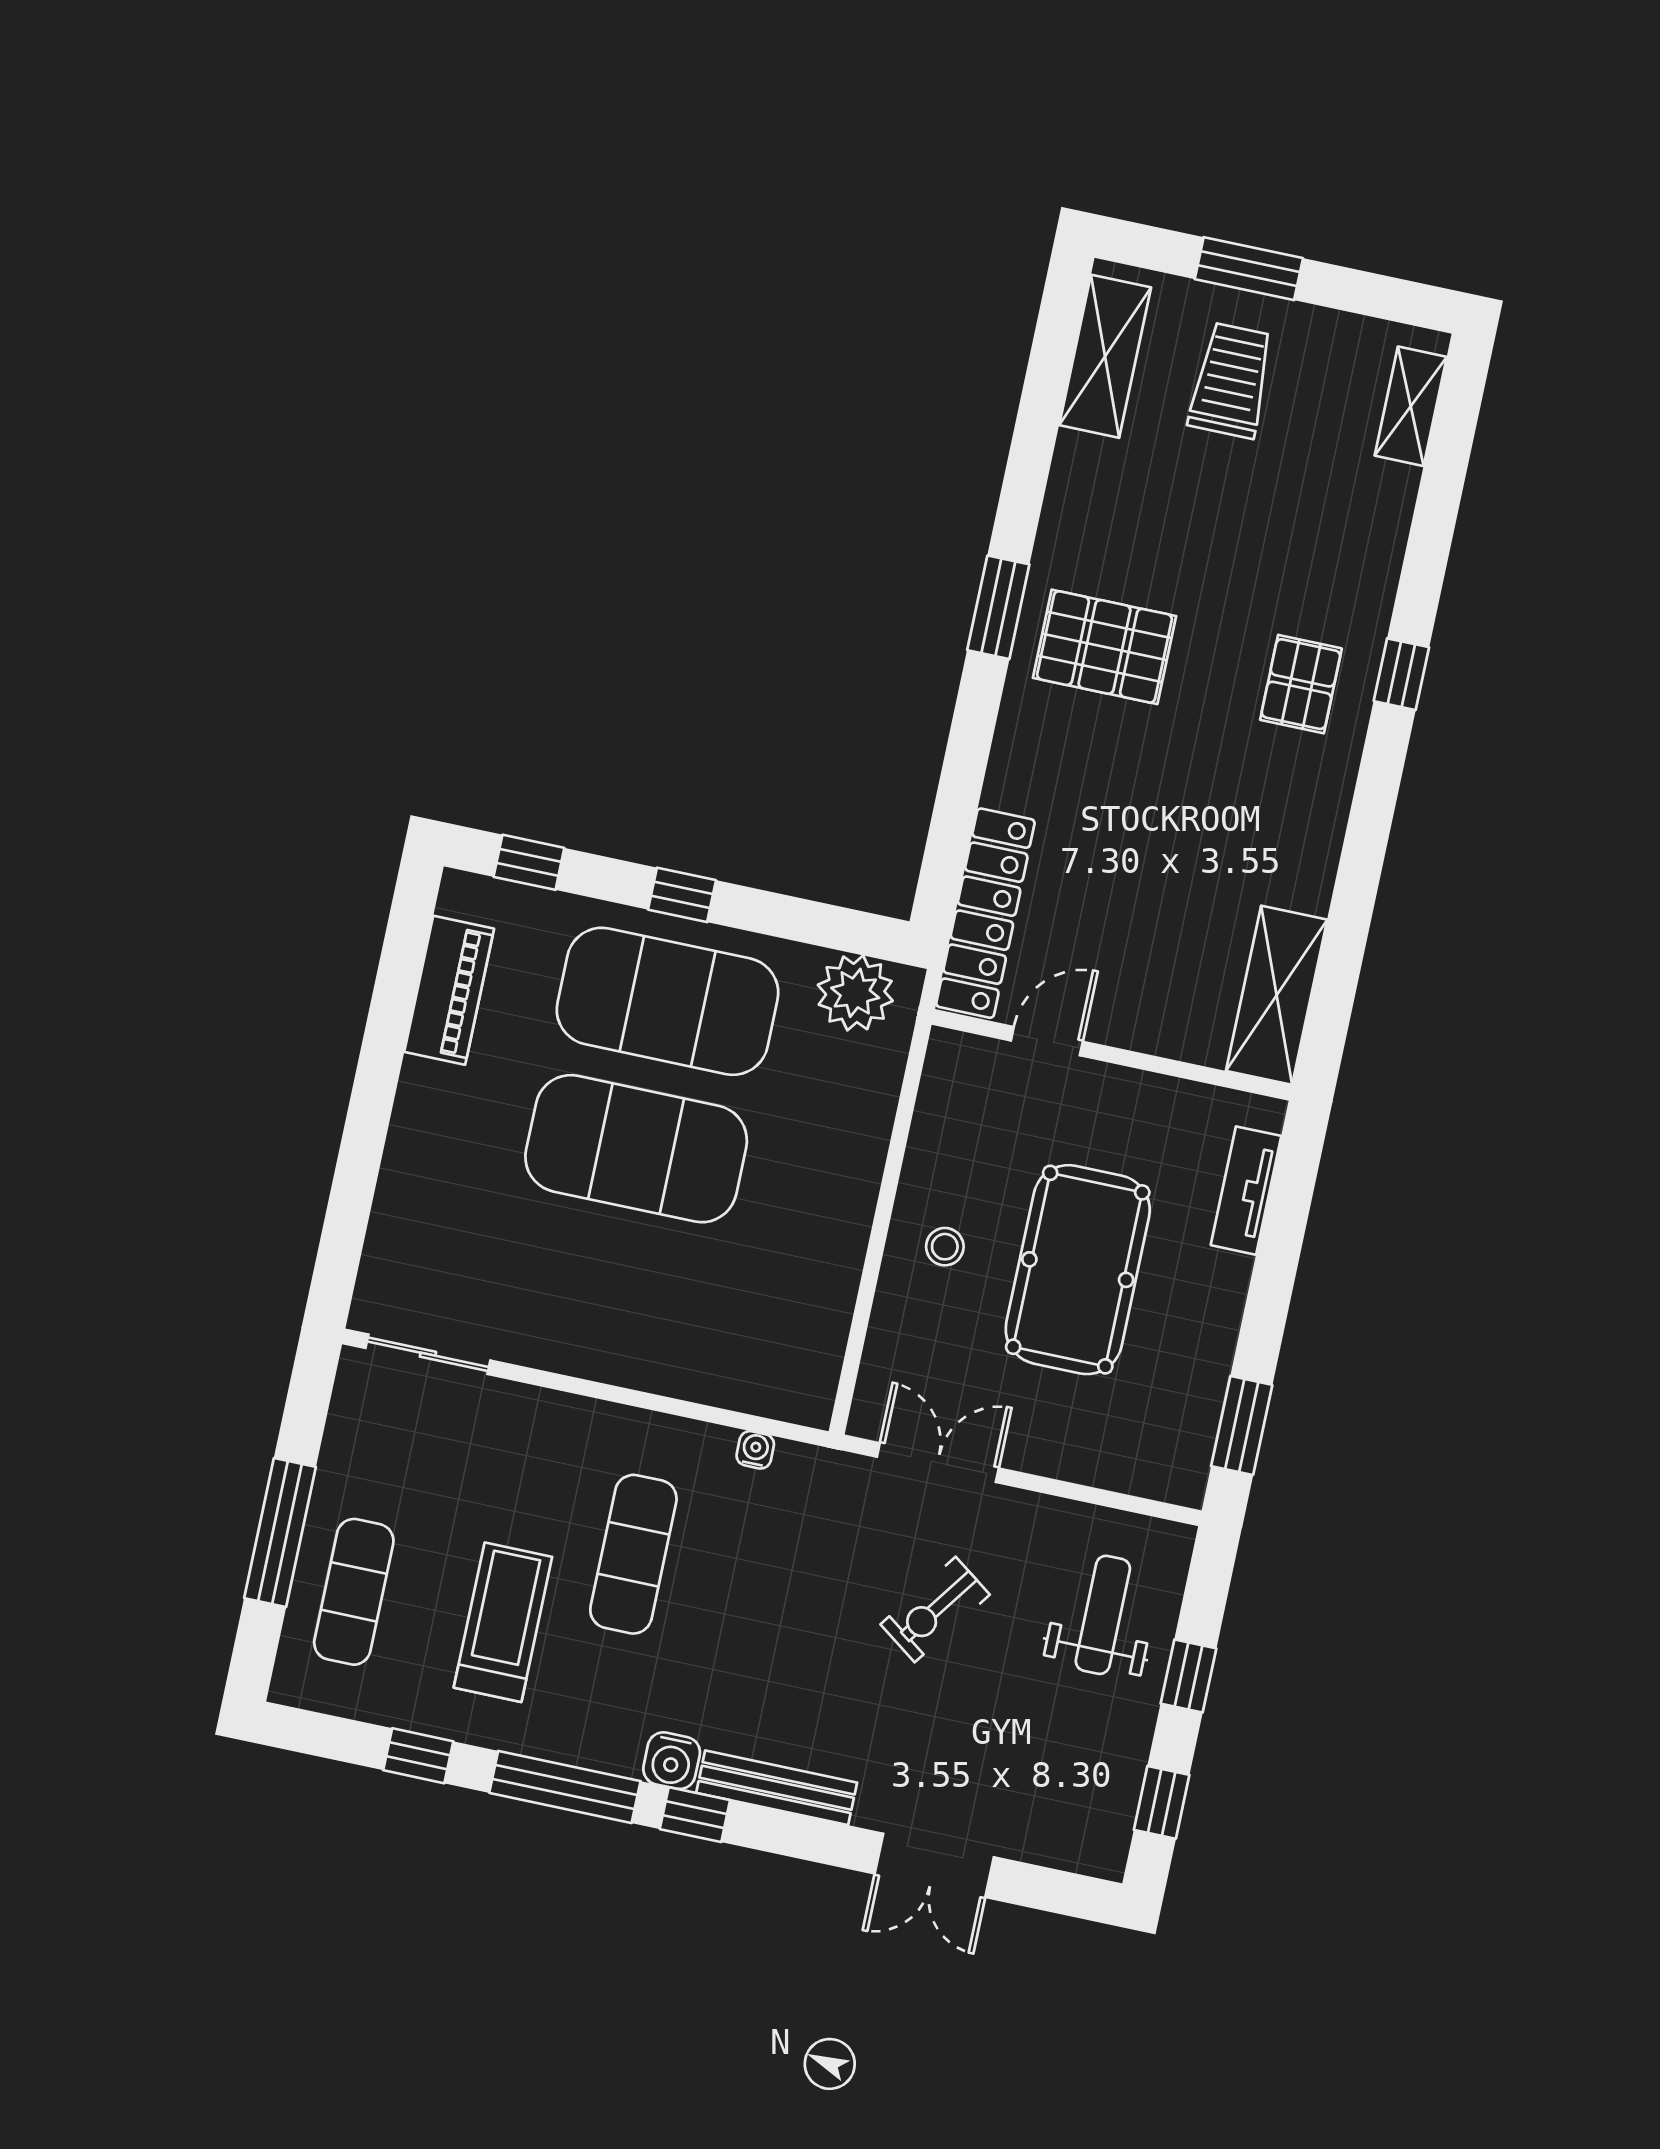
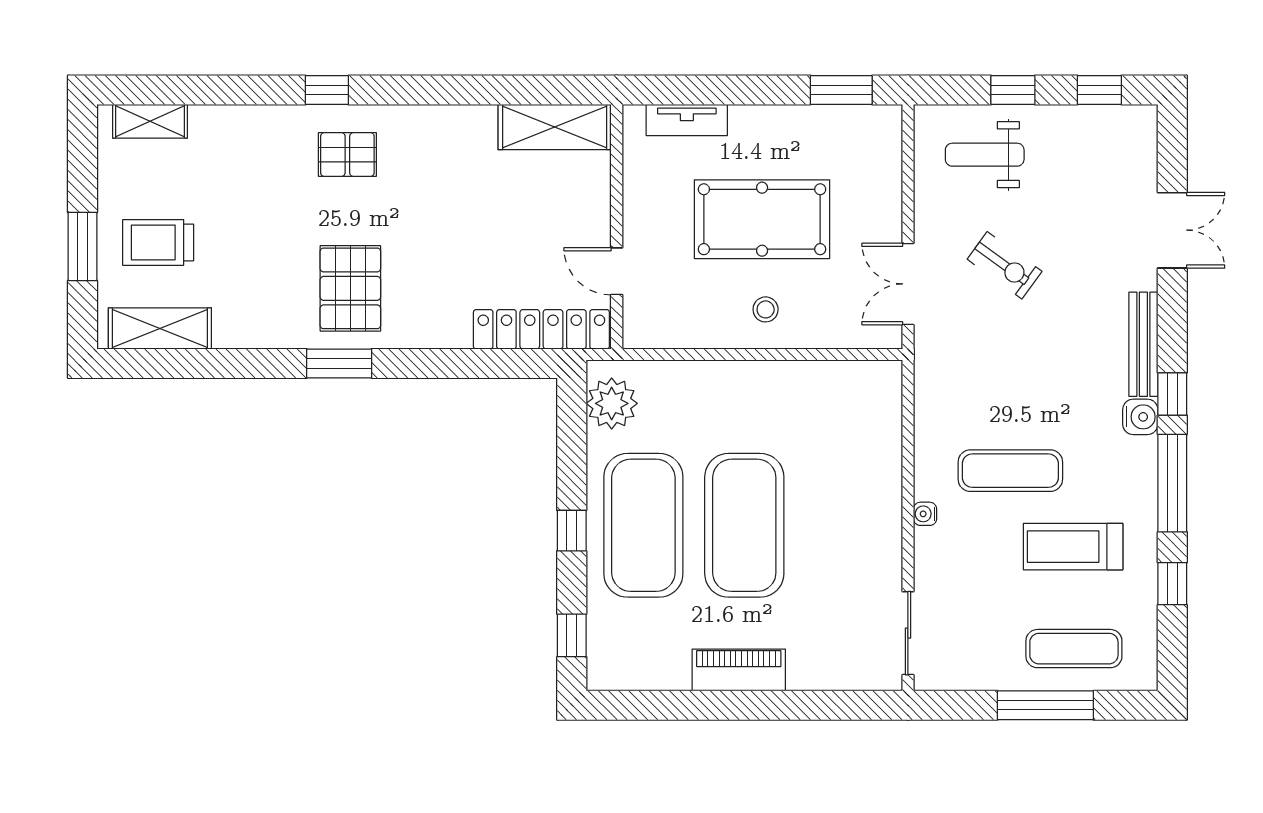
piano: (449, 990) -> (739, 670), moved
water cooler: (755, 1450) -> (925, 514), moved

